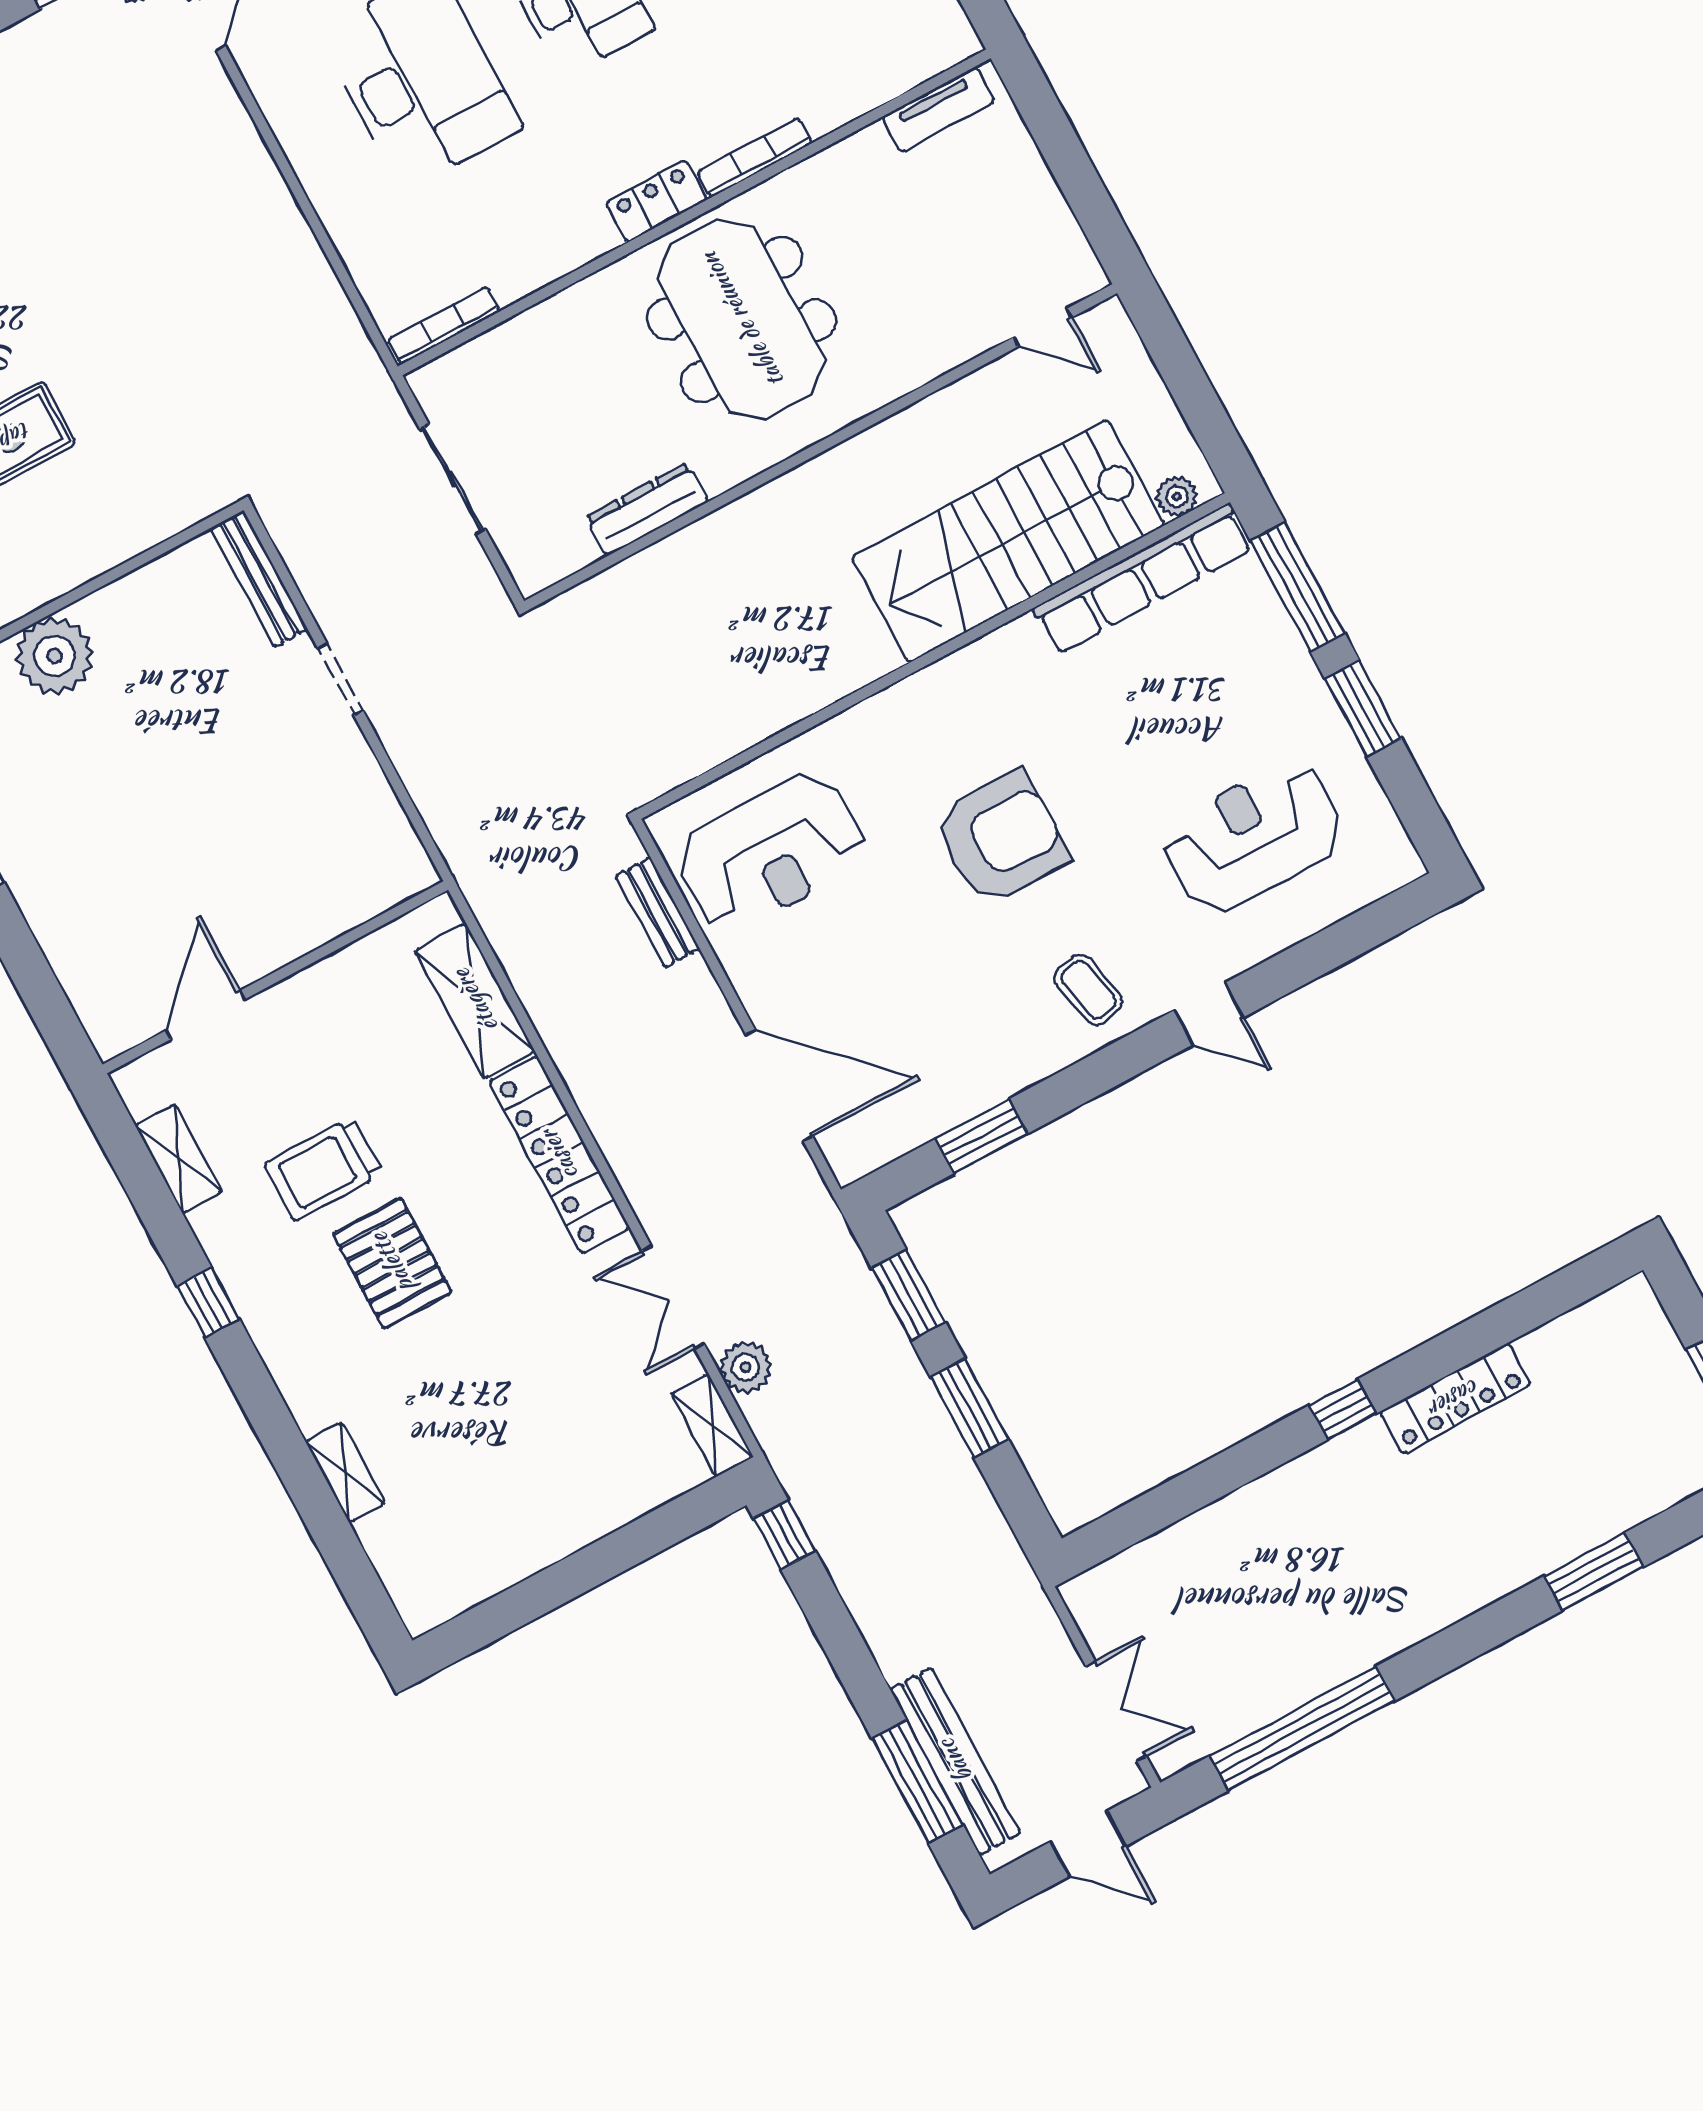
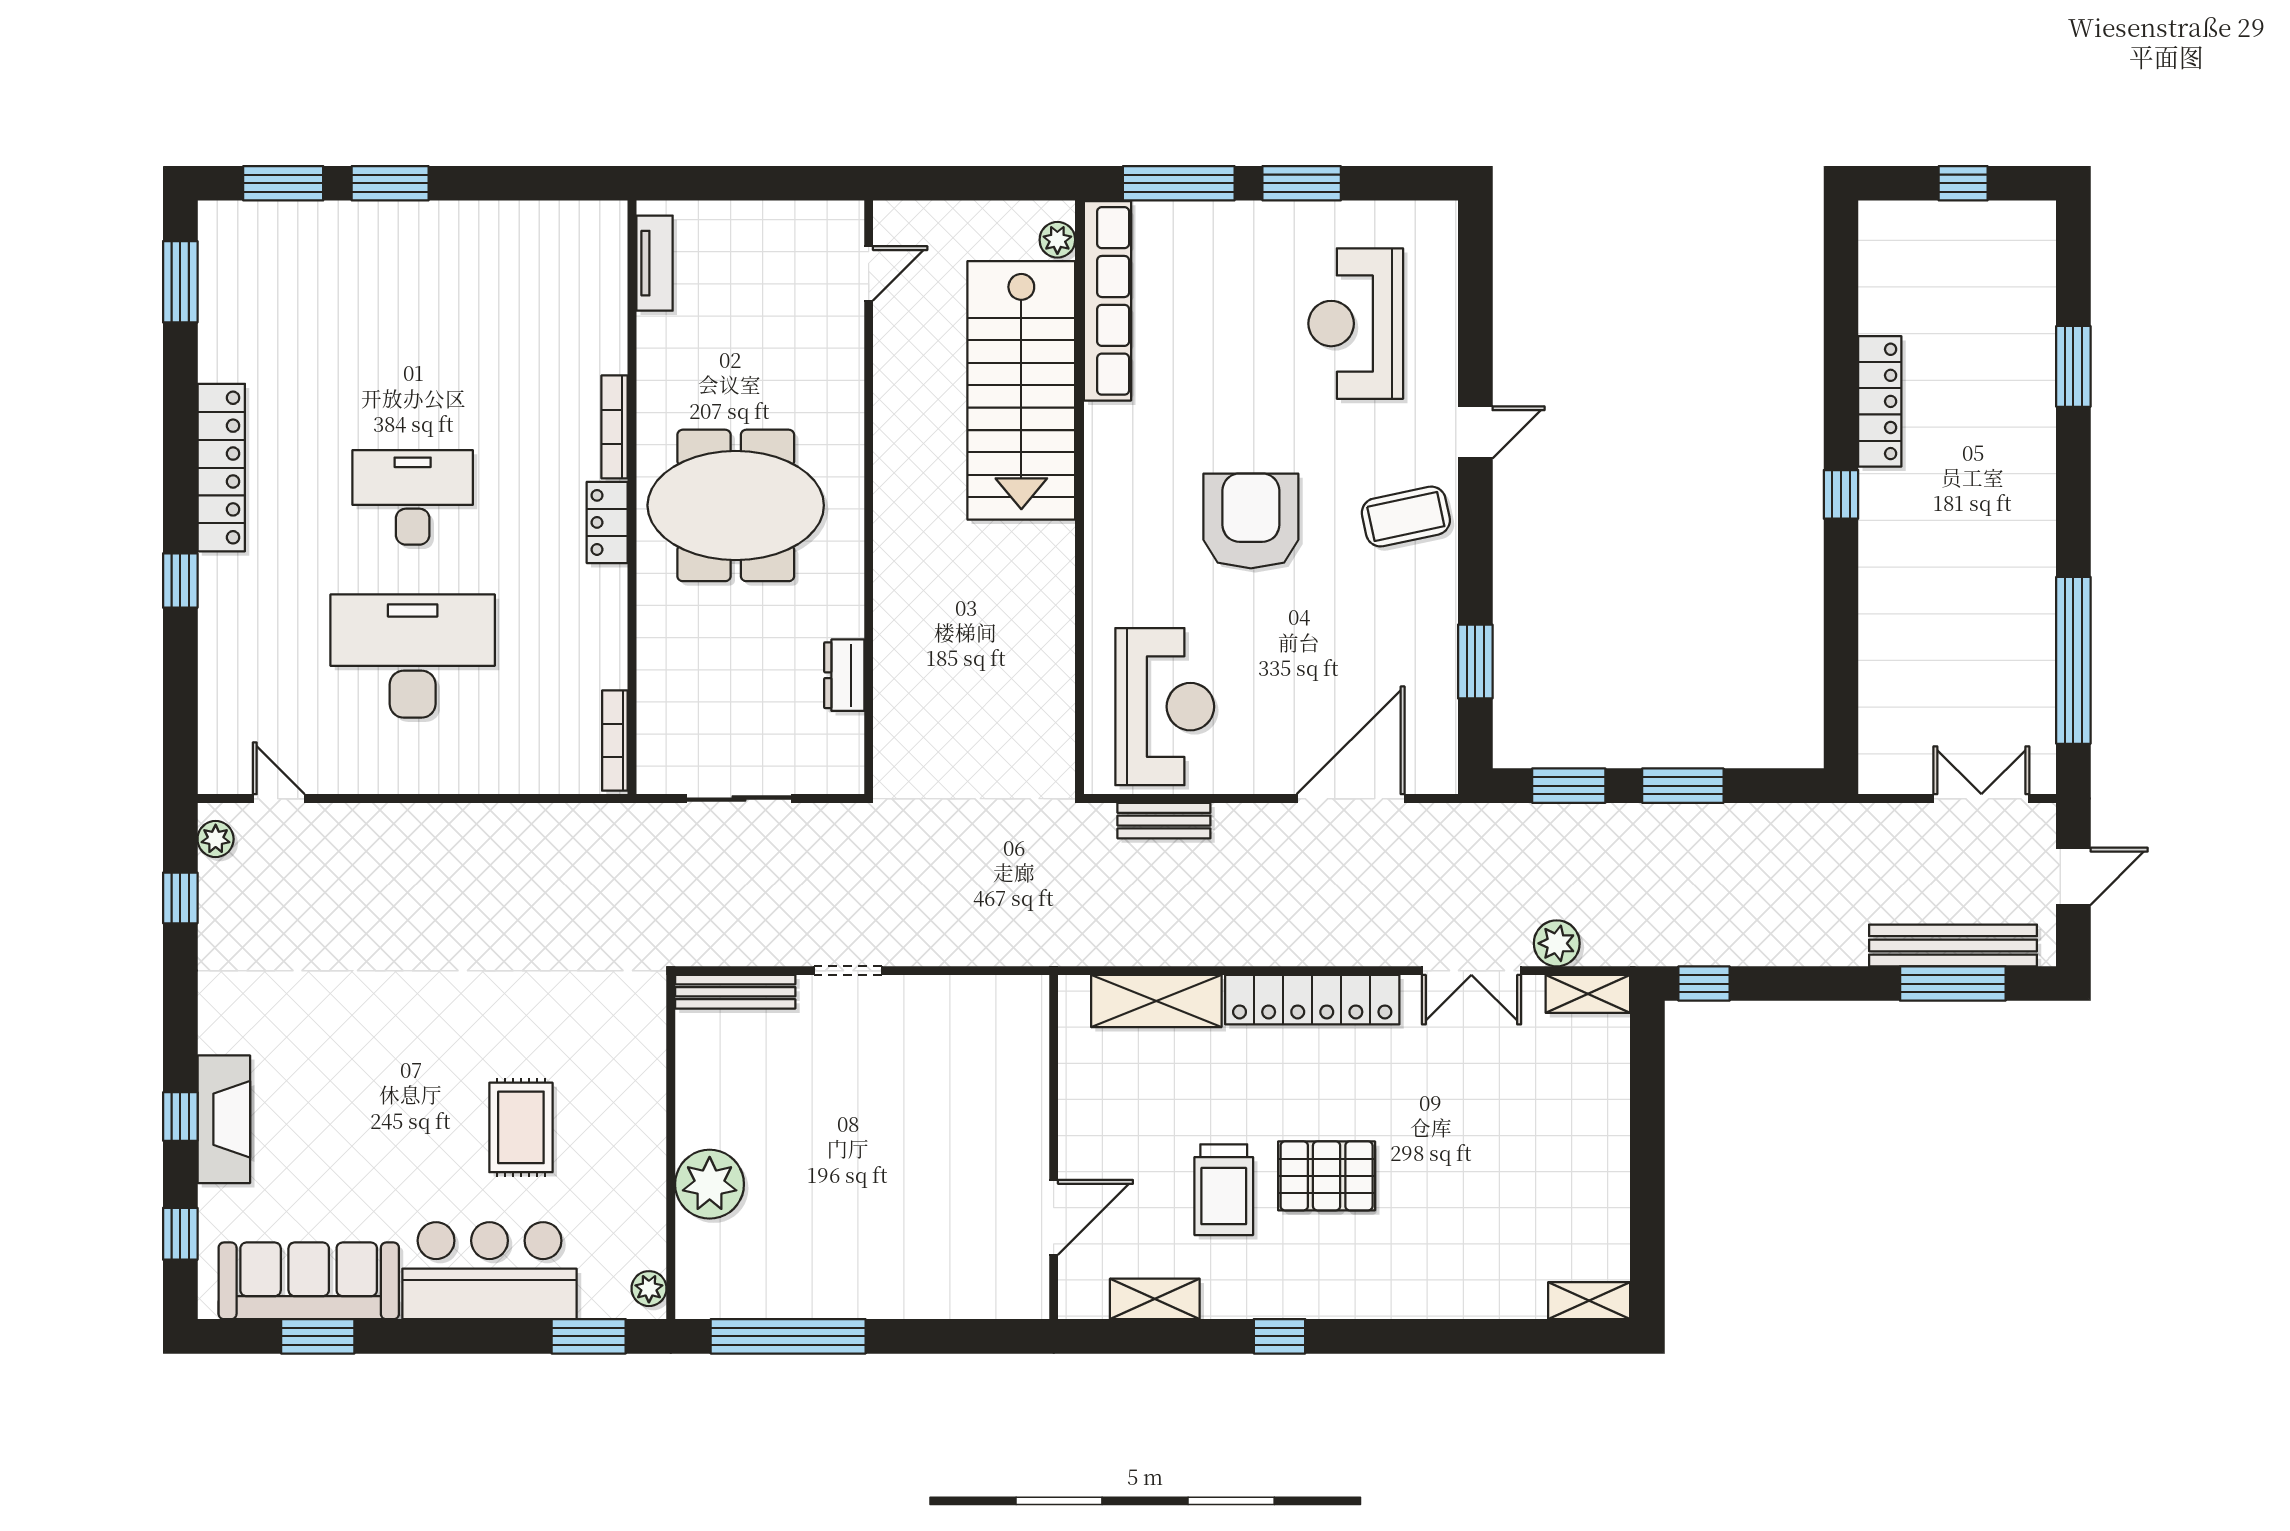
dresser: (647, 509) -> (844, 675), width x0.70
coffee table: (1088, 990) -> (1406, 517), width x1.36, depth x1.30
door: (205, 1015) -> (1054, 1217), swing flipped
shelving: (345, 1472) -> (1589, 1301), moved

